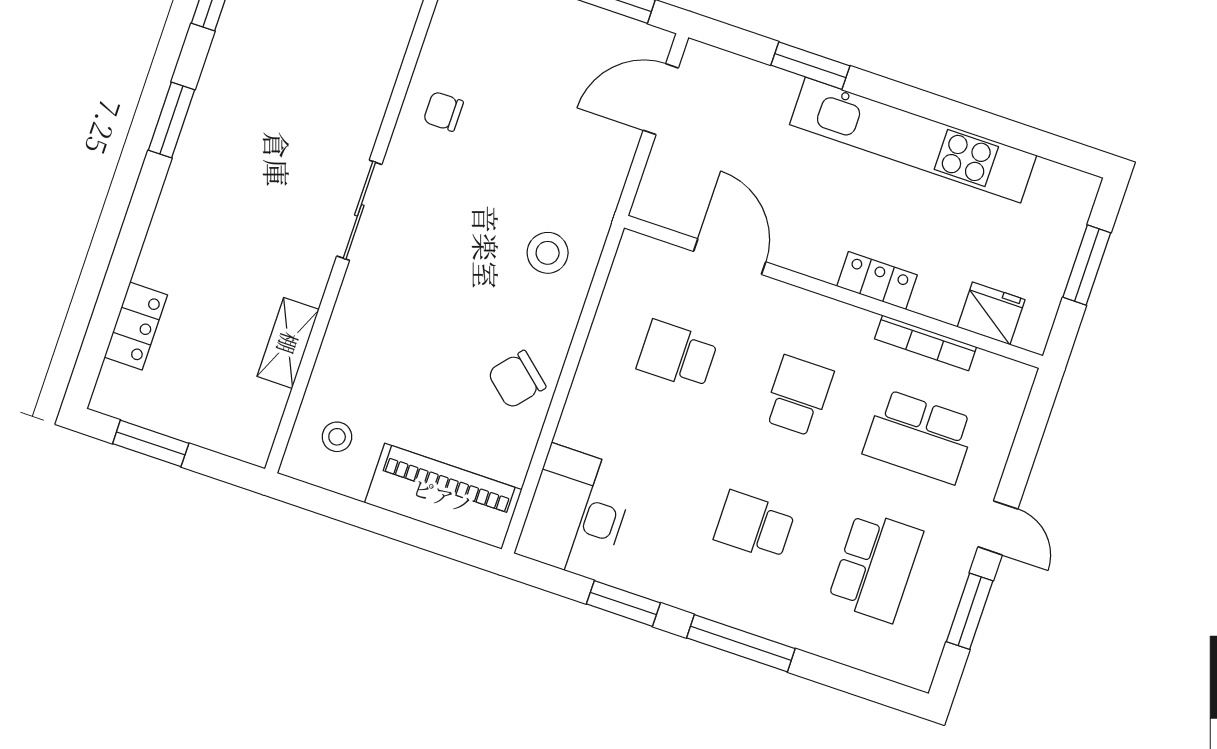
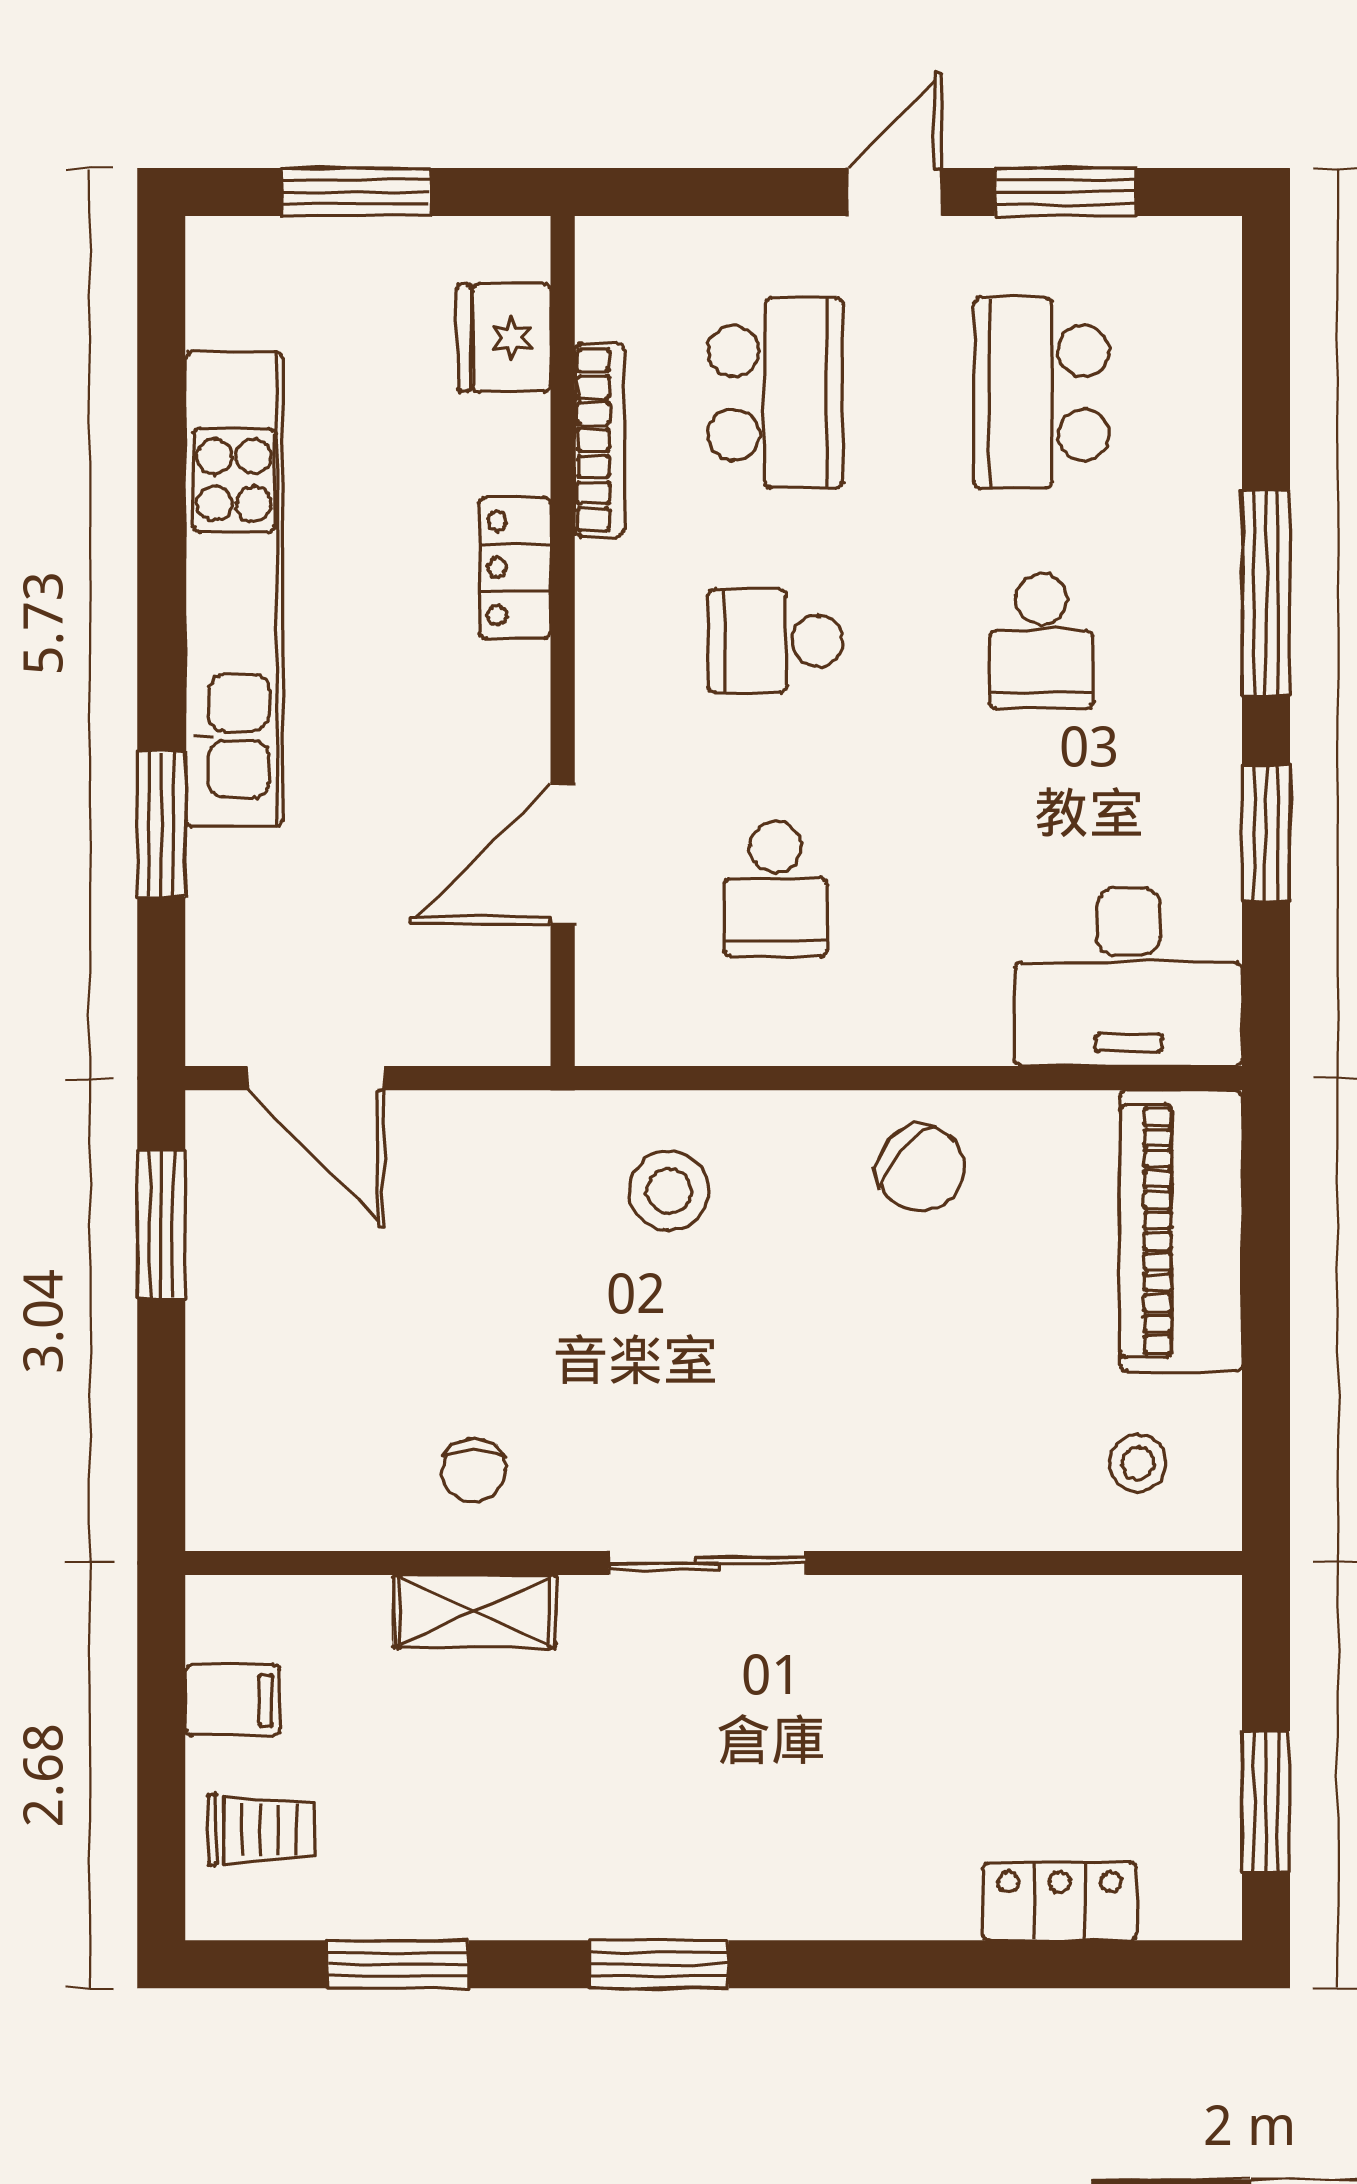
shelving: (288, 343) -> (475, 1611), moved
school desk: (875, 566) -> (1041, 393), turned -90

